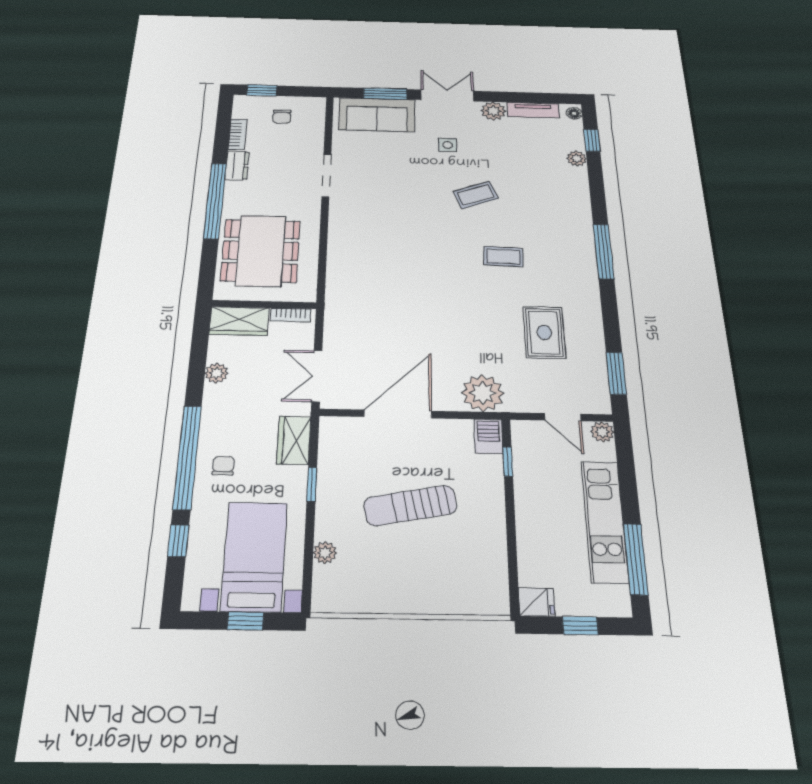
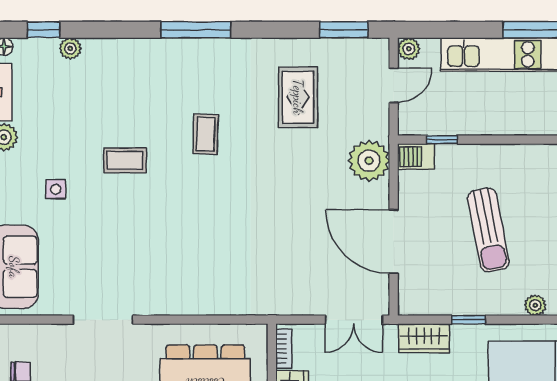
coffee table: (476, 195) -> (125, 160), turned -69
rug: (544, 332) -> (298, 97), turned 90

